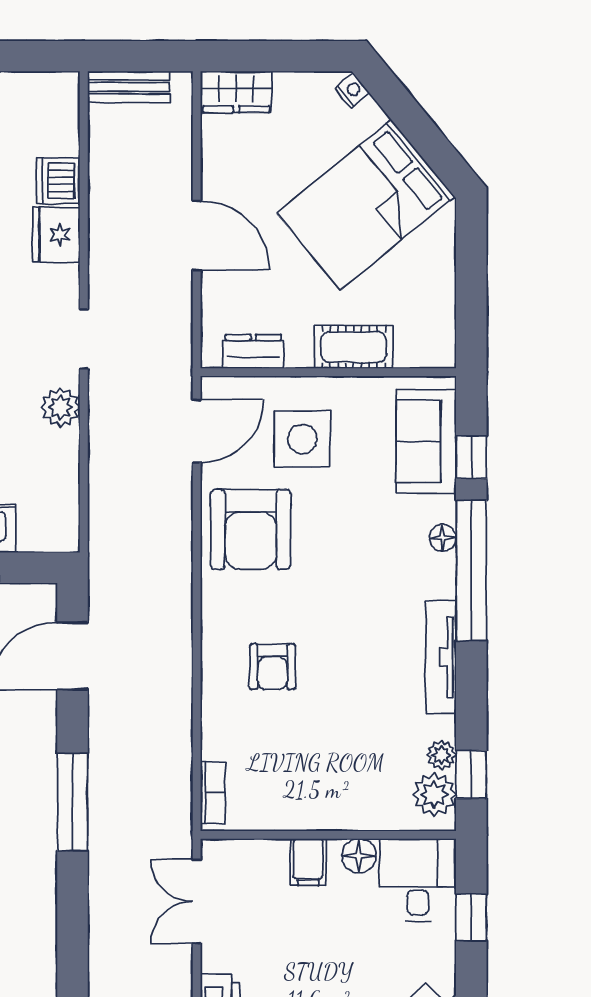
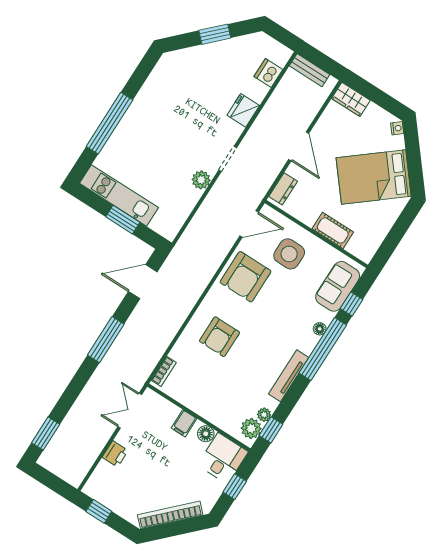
dishwasher: (58, 181) -> (268, 73), moved
dresser: (253, 351) -> (283, 189), moved, turned 90
armchair: (273, 667) -> (219, 337), width x1.38, depth x1.38

